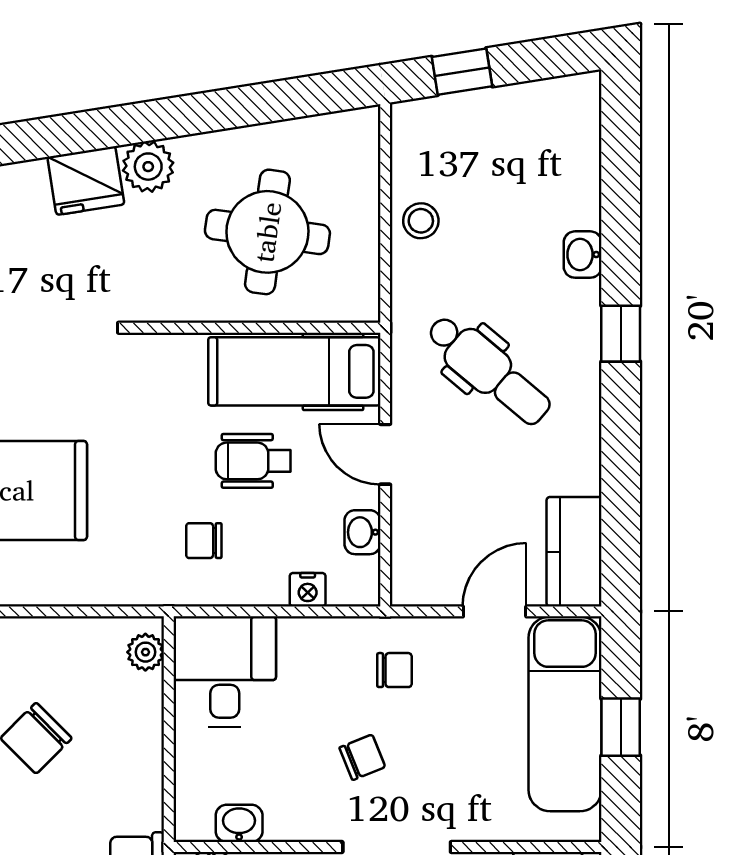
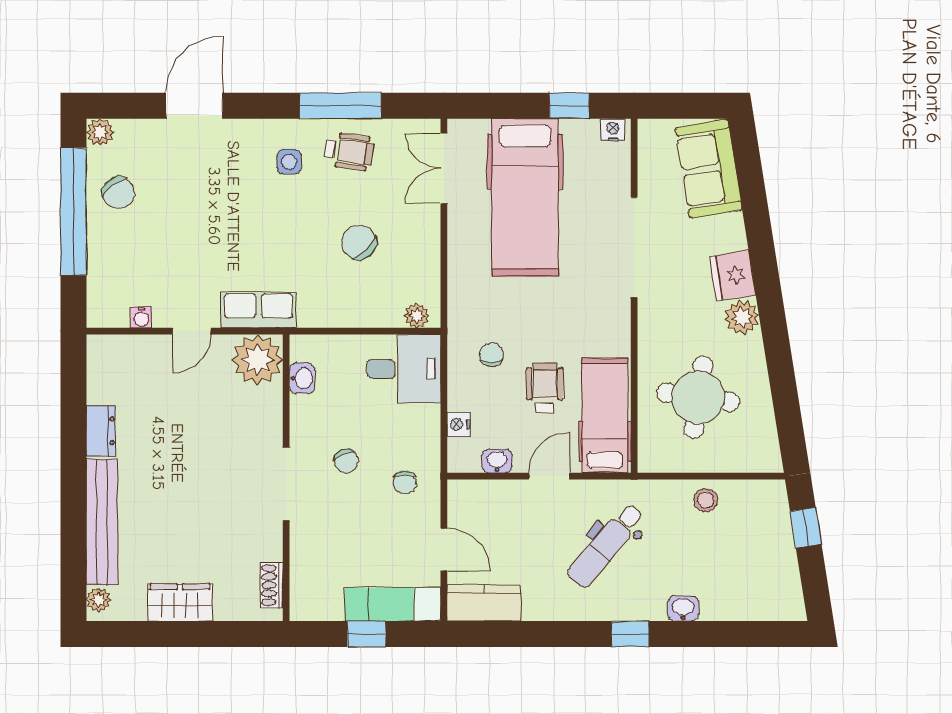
exam couch: (565, 714) -> (393, 604), width x0.73, depth x0.69

